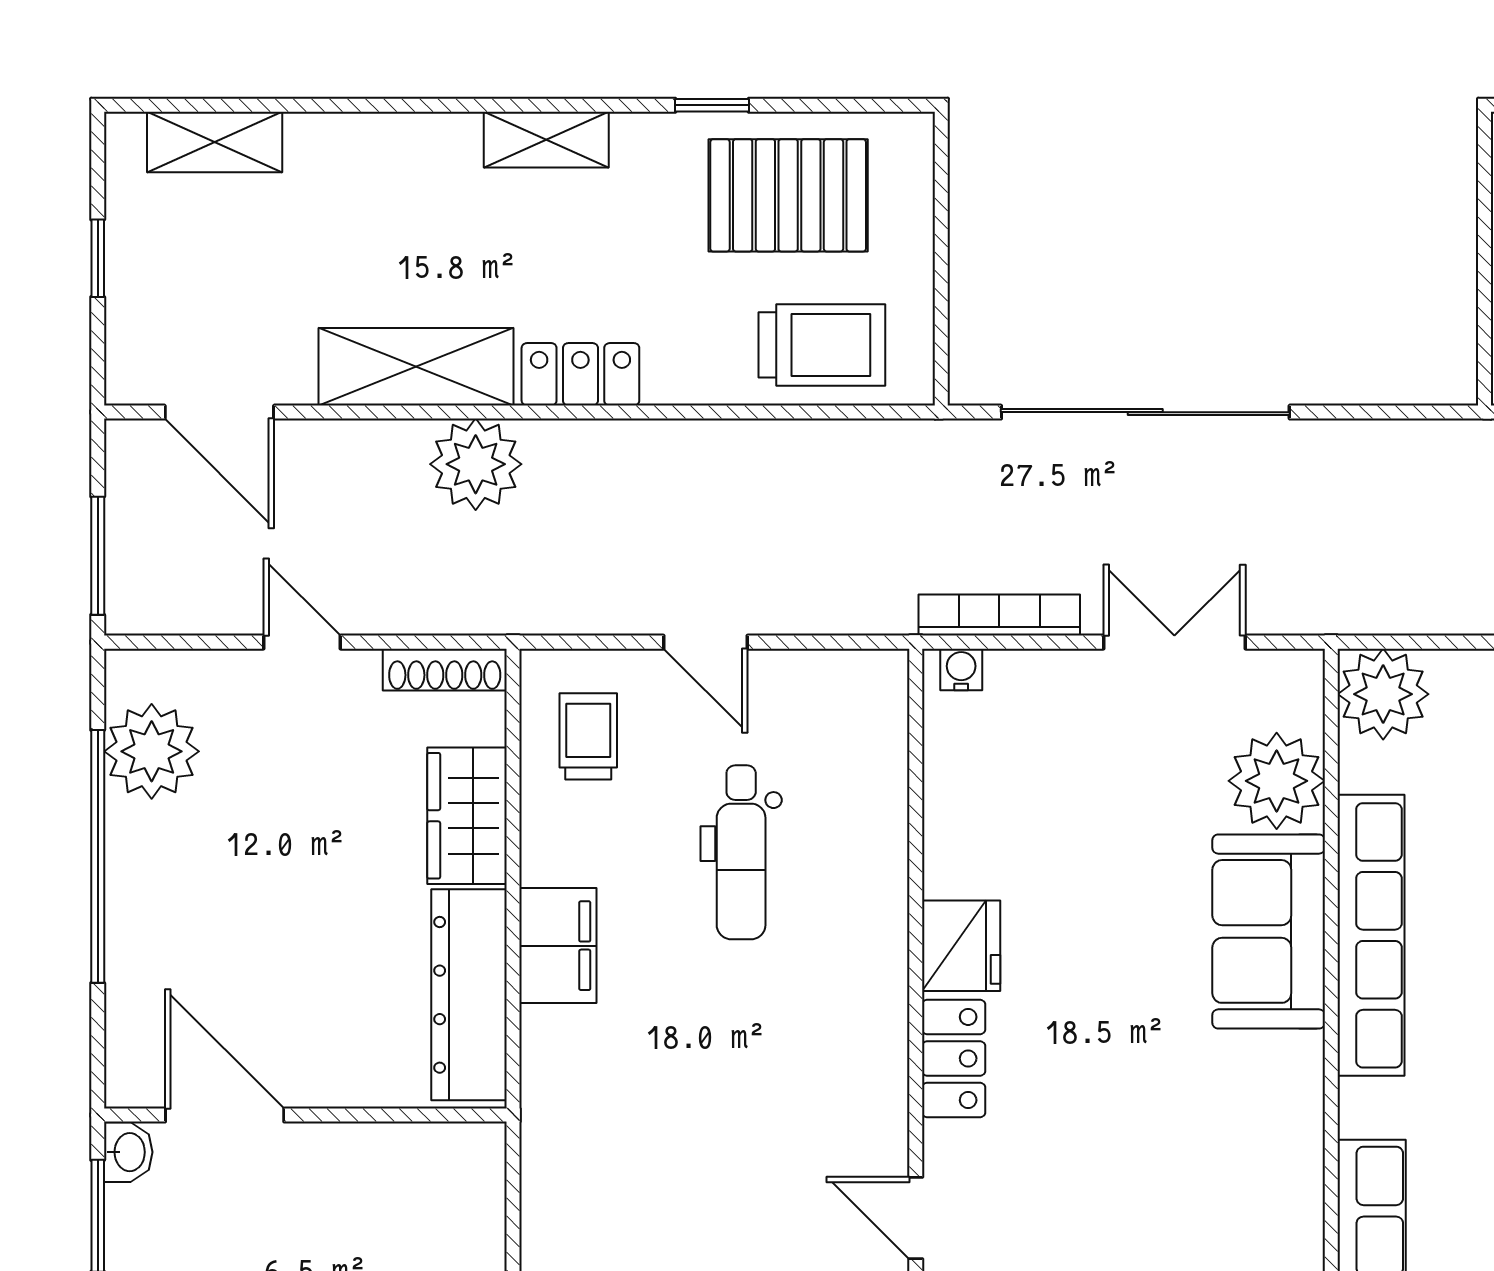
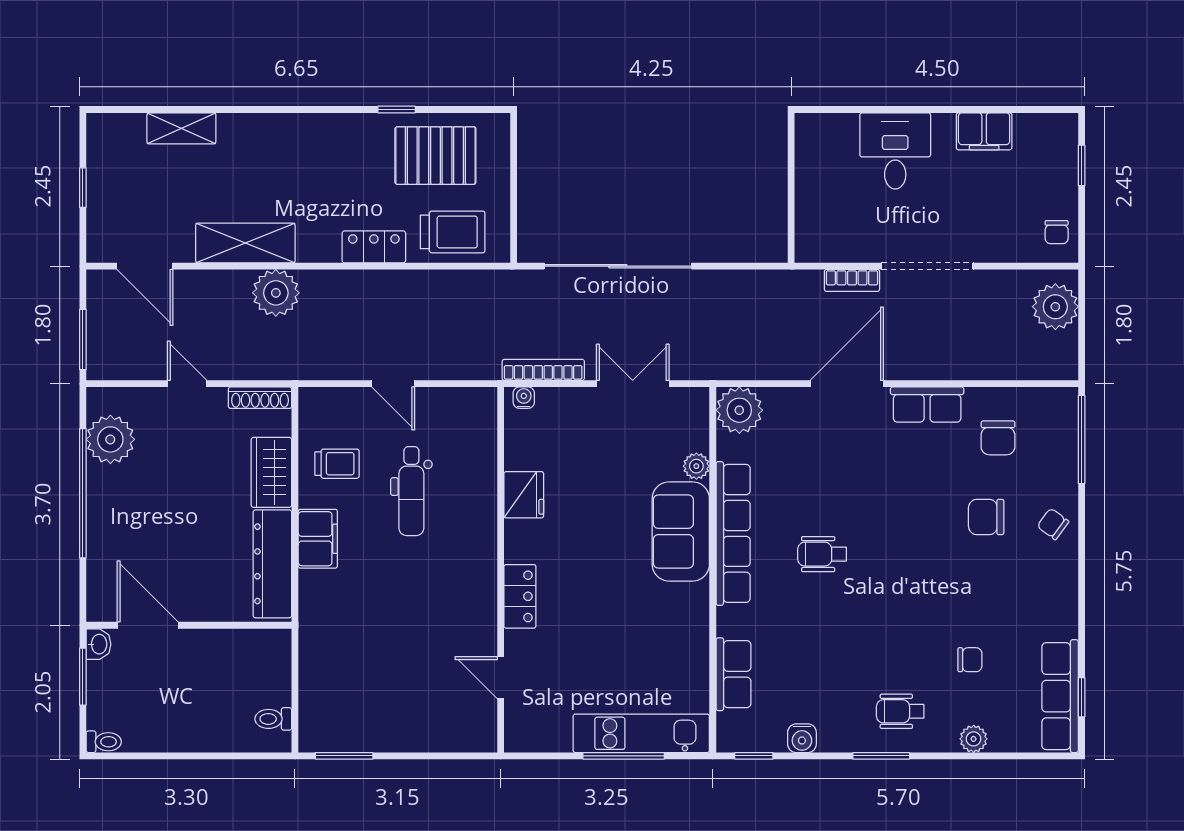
shelving: (546, 140) -> (312, 127), removed
shelving: (215, 142) -> (181, 128), moved
locker: (580, 374) -> (374, 247), moved
trolley: (588, 736) -> (337, 464), moved, turned 90
plant: (1277, 781) -> (696, 466), width x0.53, depth x0.53
fridge: (961, 946) -> (524, 495), moved

